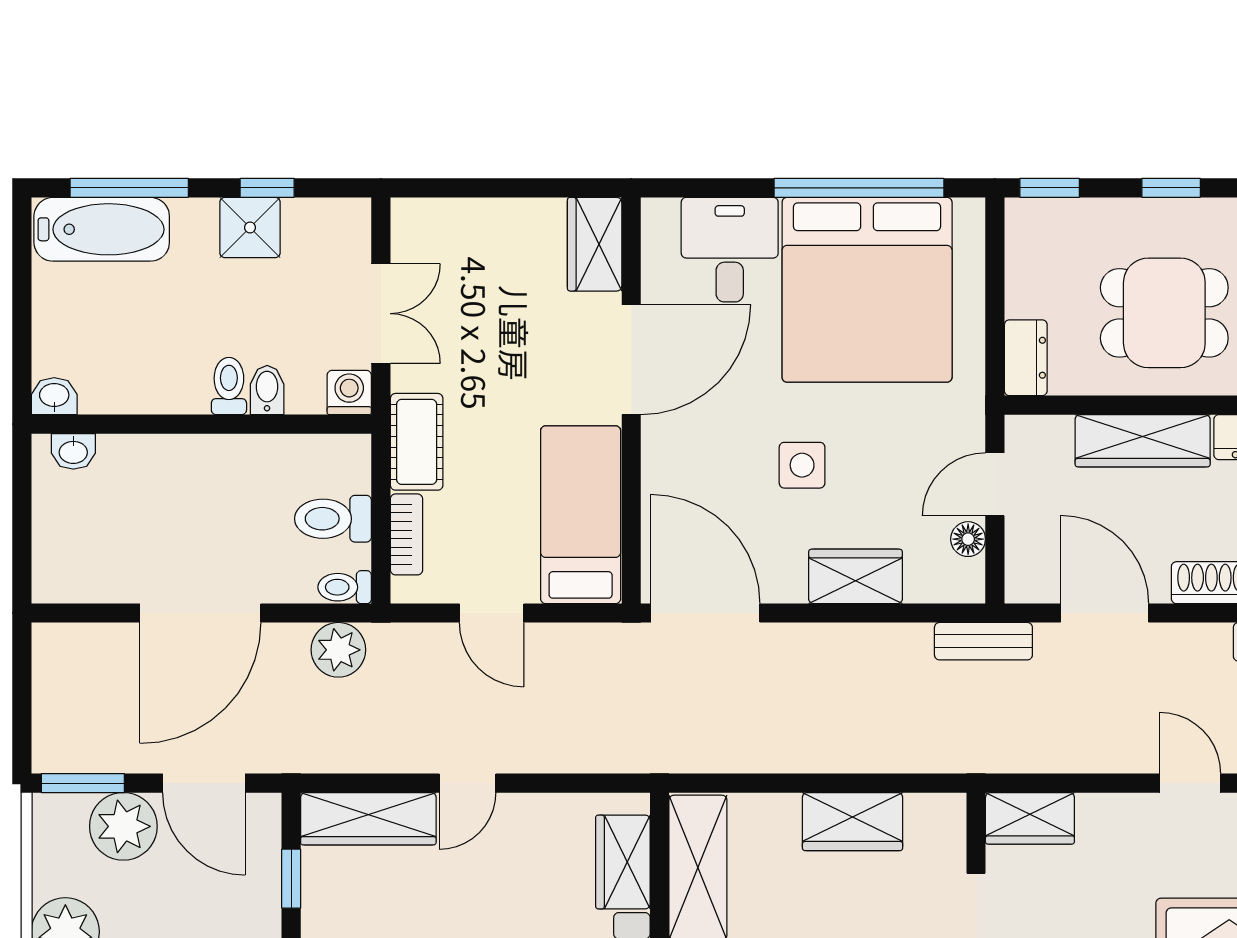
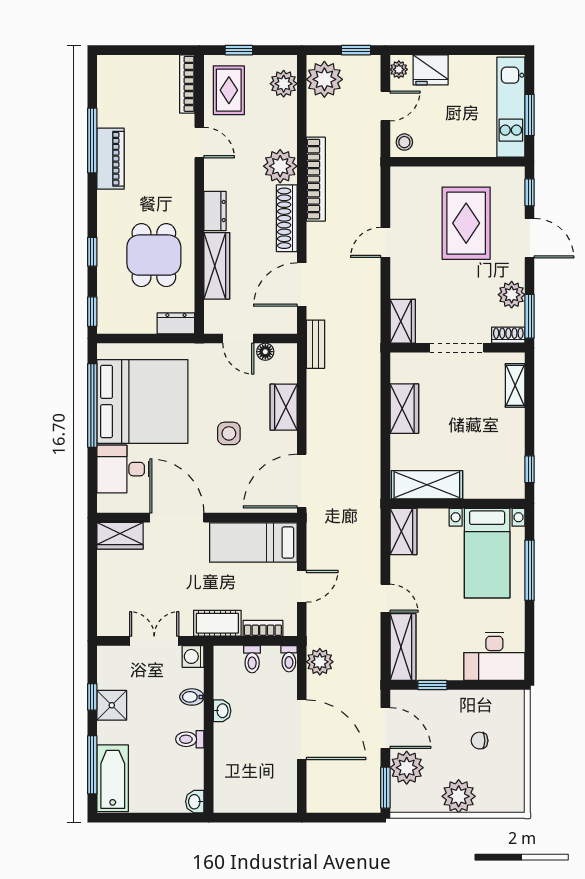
toilet: (229, 386) -> (190, 739), moved
washbasin: (73, 451) -> (222, 711), moved
toilet: (333, 519) -> (252, 659), width x0.73, depth x0.72
door: (204, 783) -> (385, 728), hinge flipped
wardrobe: (623, 862) -> (403, 531), moved, turned -90

